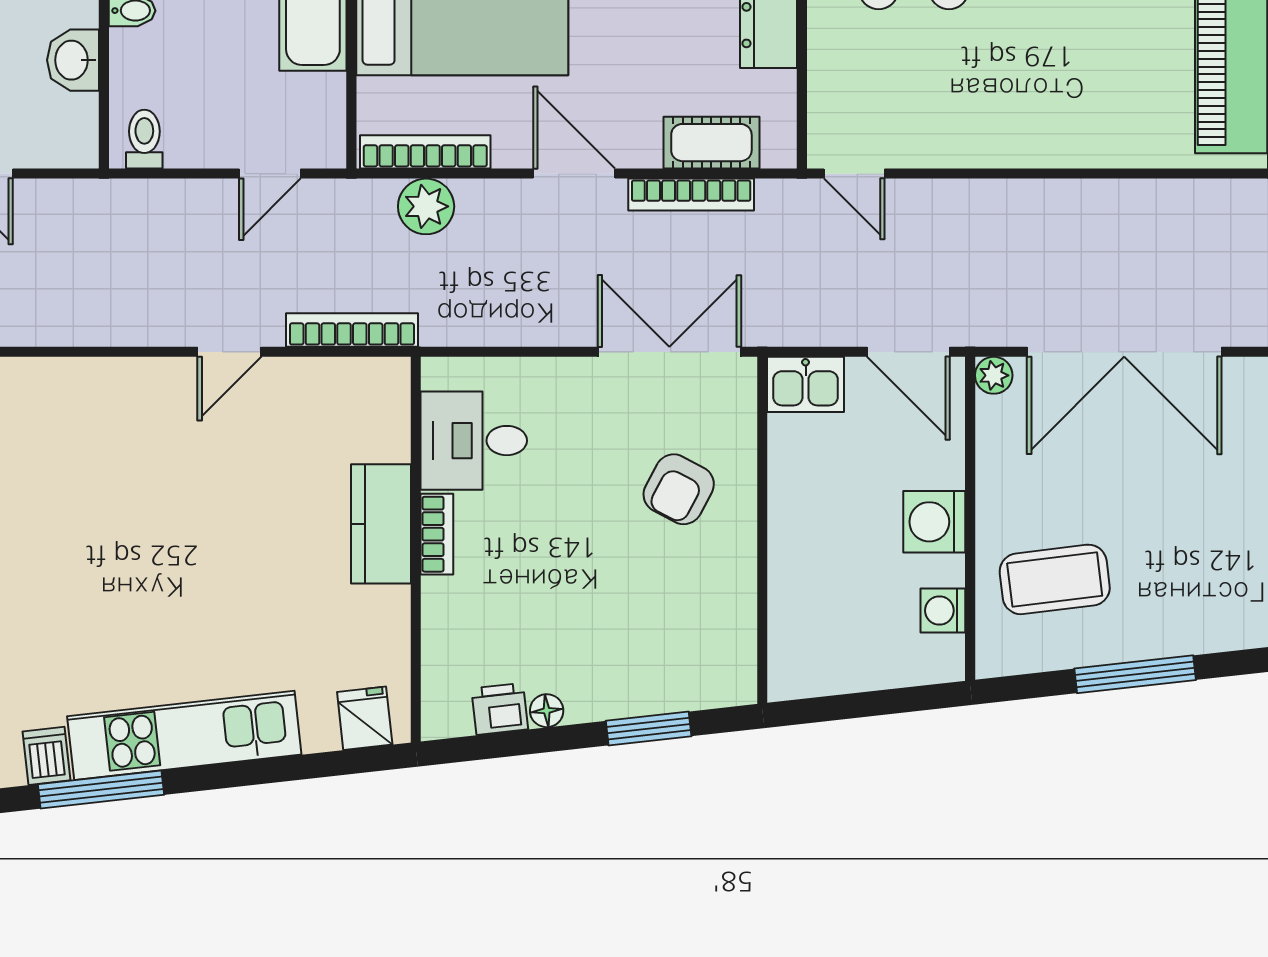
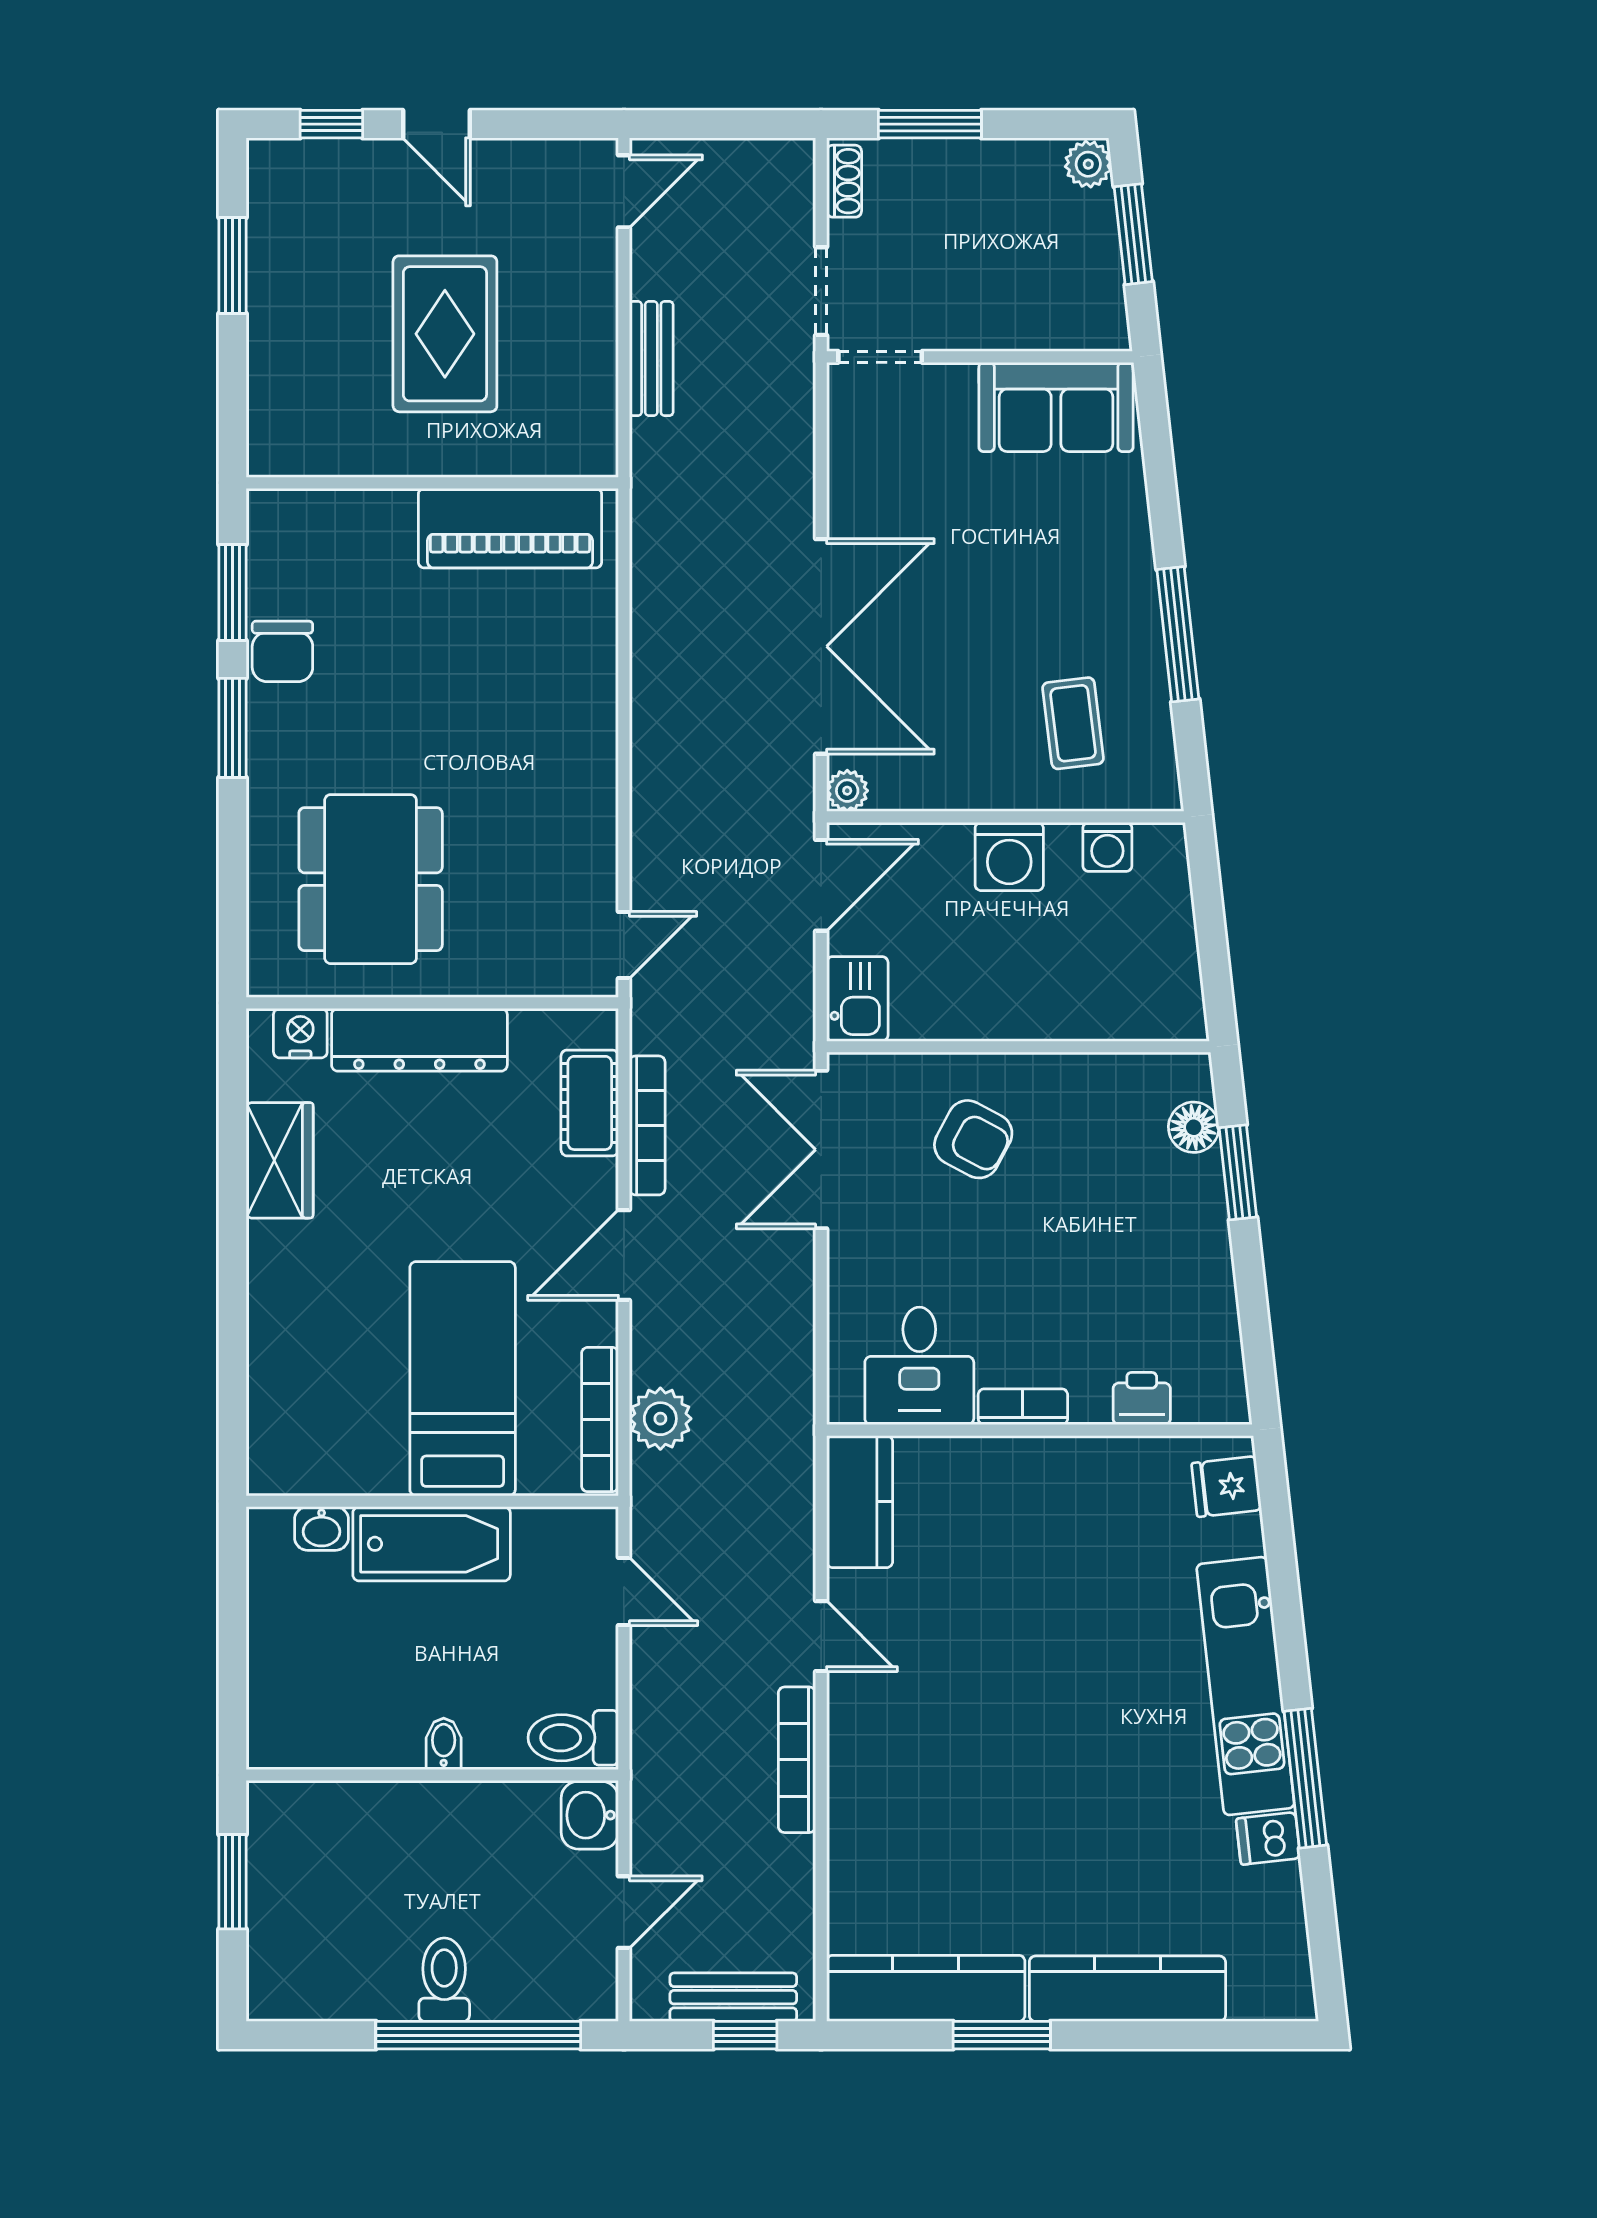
washbasin: (73, 60) -> (590, 1815), moved, turned 90
toilet: (144, 139) -> (573, 1738), width x1.37, depth x1.39
bookcase: (352, 330) -> (797, 1760), moved
kitchen counter: (381, 524) -> (860, 1502), moved, turned -90
coffee table: (1055, 579) -> (1073, 723), width x0.73, depth x0.77
printer: (500, 709) -> (1142, 1399), moved, turned 96
floor lamp: (547, 711) -> (1194, 1127), moved, width x1.37, depth x1.37

